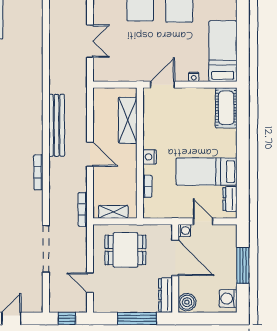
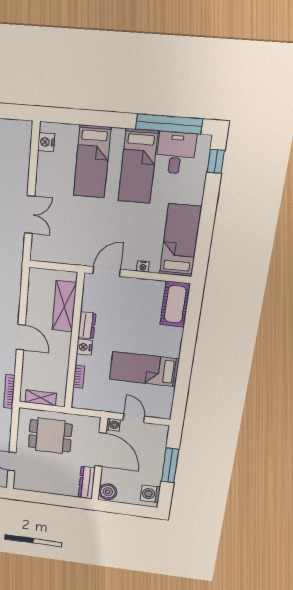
dresser: (230, 199) -> (87, 325), moved, turned 180
window: (137, 318) -> (56, 500), removed

